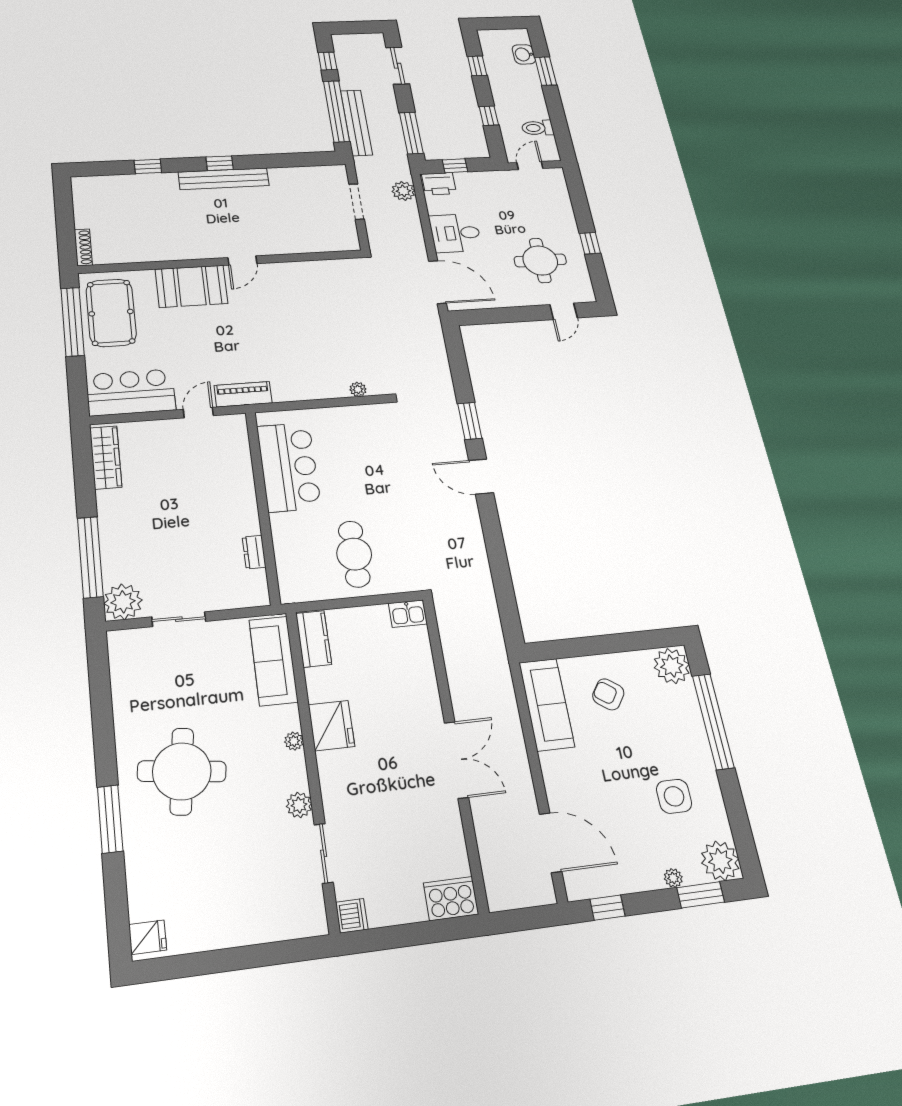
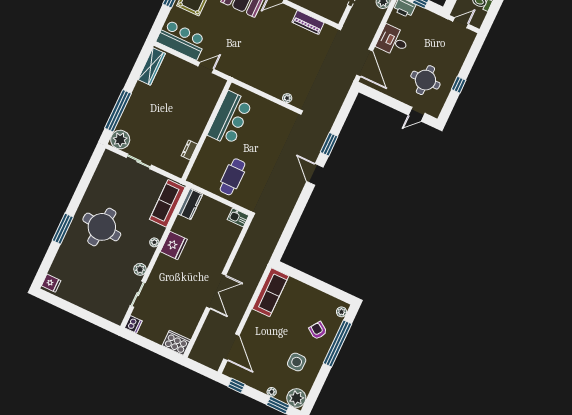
piano: (243, 394) -> (308, 22), moved, turned 180
plant: (672, 666) -> (342, 312), width x0.53, depth x0.53
armchair: (608, 694) -> (318, 331), moved

